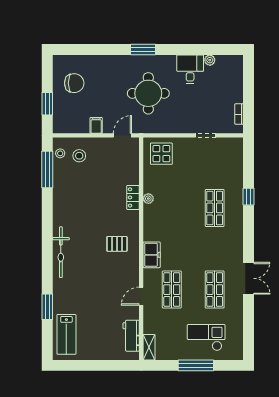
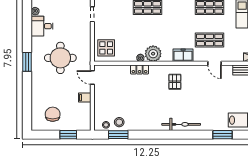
stool: (79, 156) -> (119, 122), moved
window: (47, 169) -> (118, 135), width x0.69
plant: (154, 215) -> (153, 54), added

